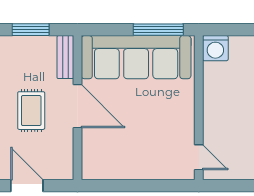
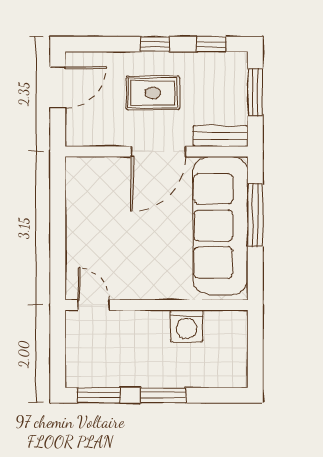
window: (158, 30) -> (255, 215), moved
washing machine: (215, 48) -> (187, 326), moved, turned -90
door: (199, 157) -> (94, 305), swing flipped

